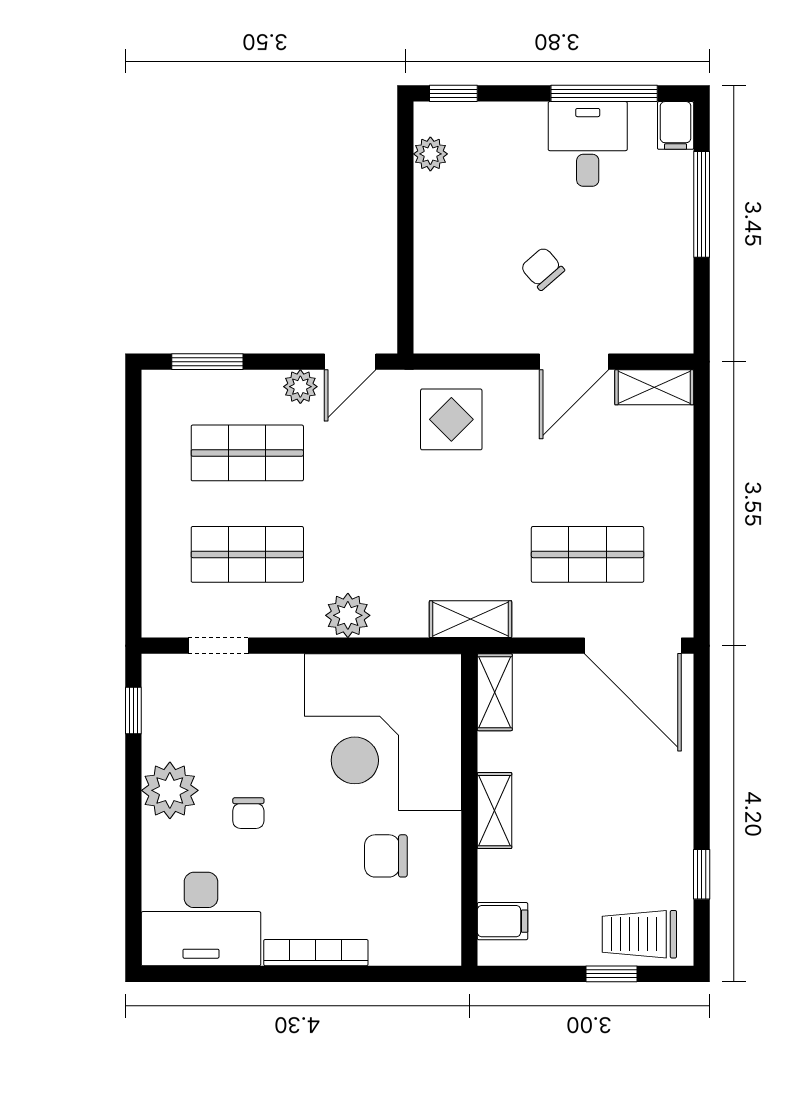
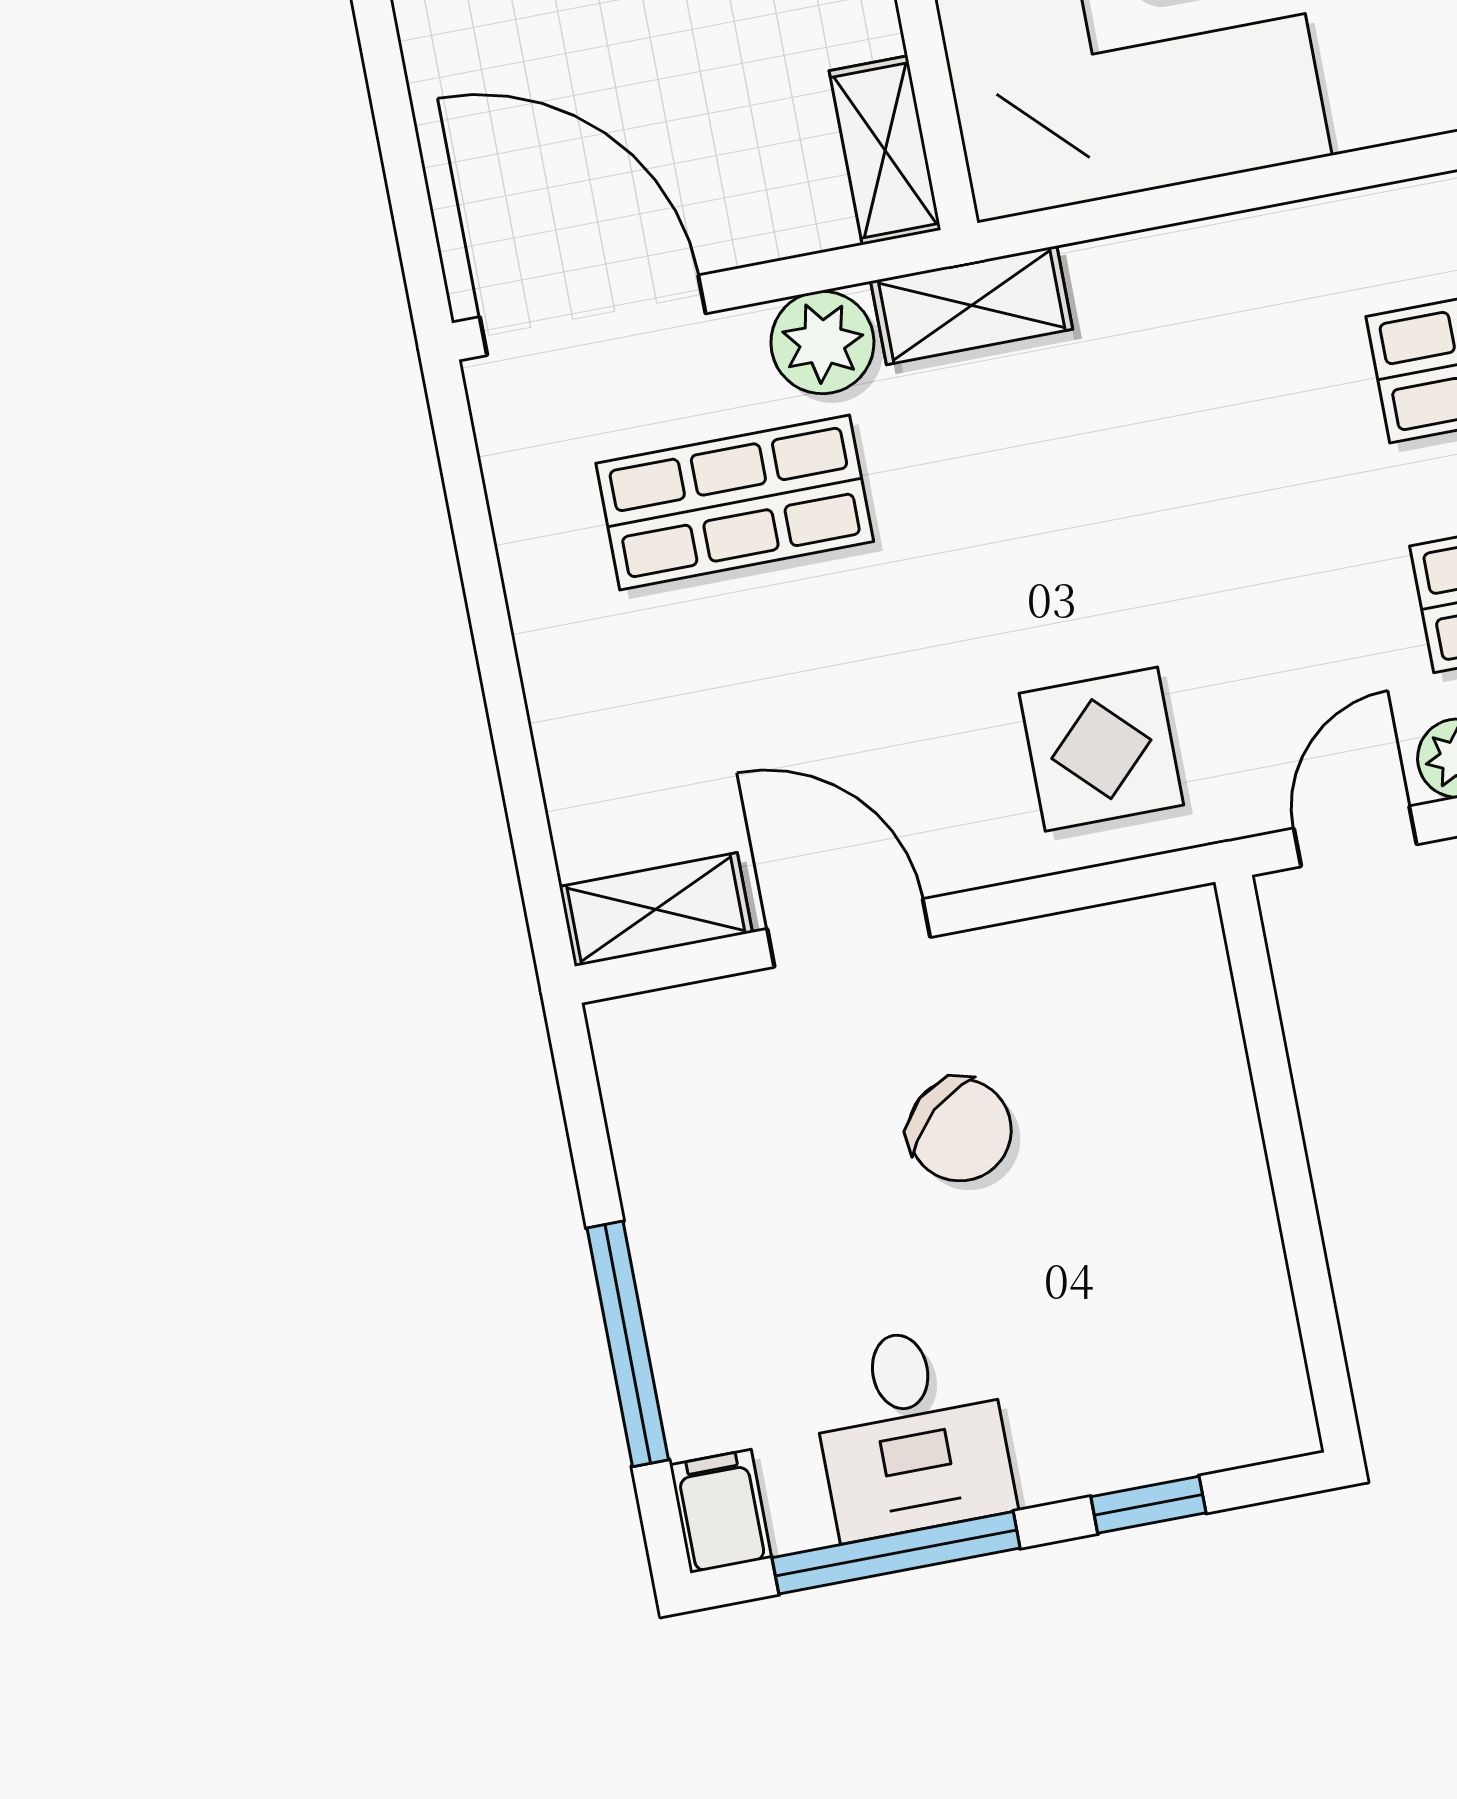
window: (453, 93) -> (1148, 1505), moved
plant: (430, 154) -> (1263, 1341), removed
chair: (543, 269) -> (960, 1130), width x1.37, depth x1.37
door: (574, 362) -> (849, 933), hinge flipped
plant: (348, 615) -> (822, 343), moved

